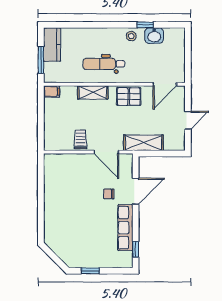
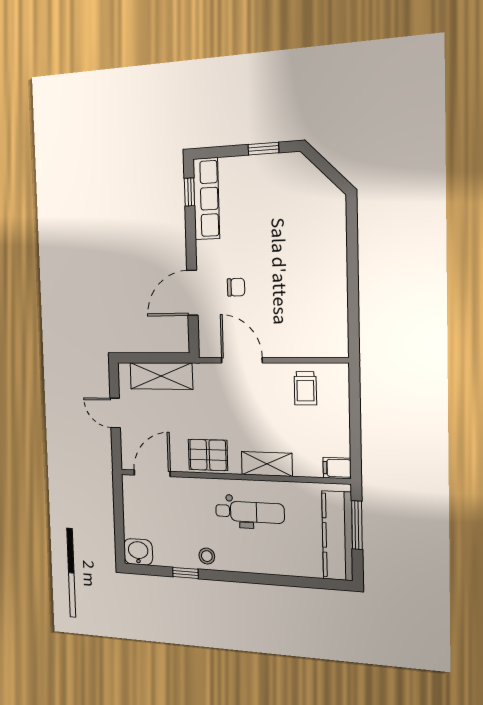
washbasin: (154, 36) -> (138, 552), moved
kitchen counter: (52, 45) -> (337, 536), width x1.50
door: (188, 120) -> (115, 413), hinge flipped
trolley: (81, 139) -> (305, 388), moved
shelving: (143, 143) -> (161, 376), moved
row of seats: (125, 228) -> (206, 199), moved

